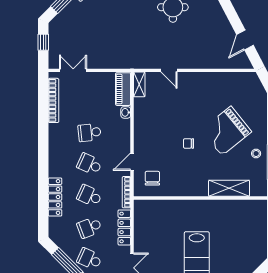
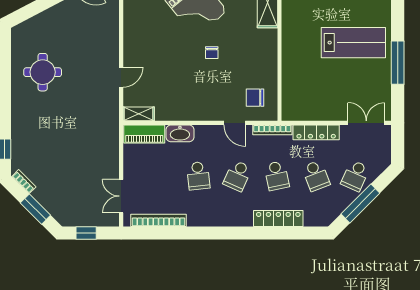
washbasin: (126, 112) -> (180, 133), width x1.91, depth x1.45
school desk: (89, 196) -> (277, 176), turned -36

